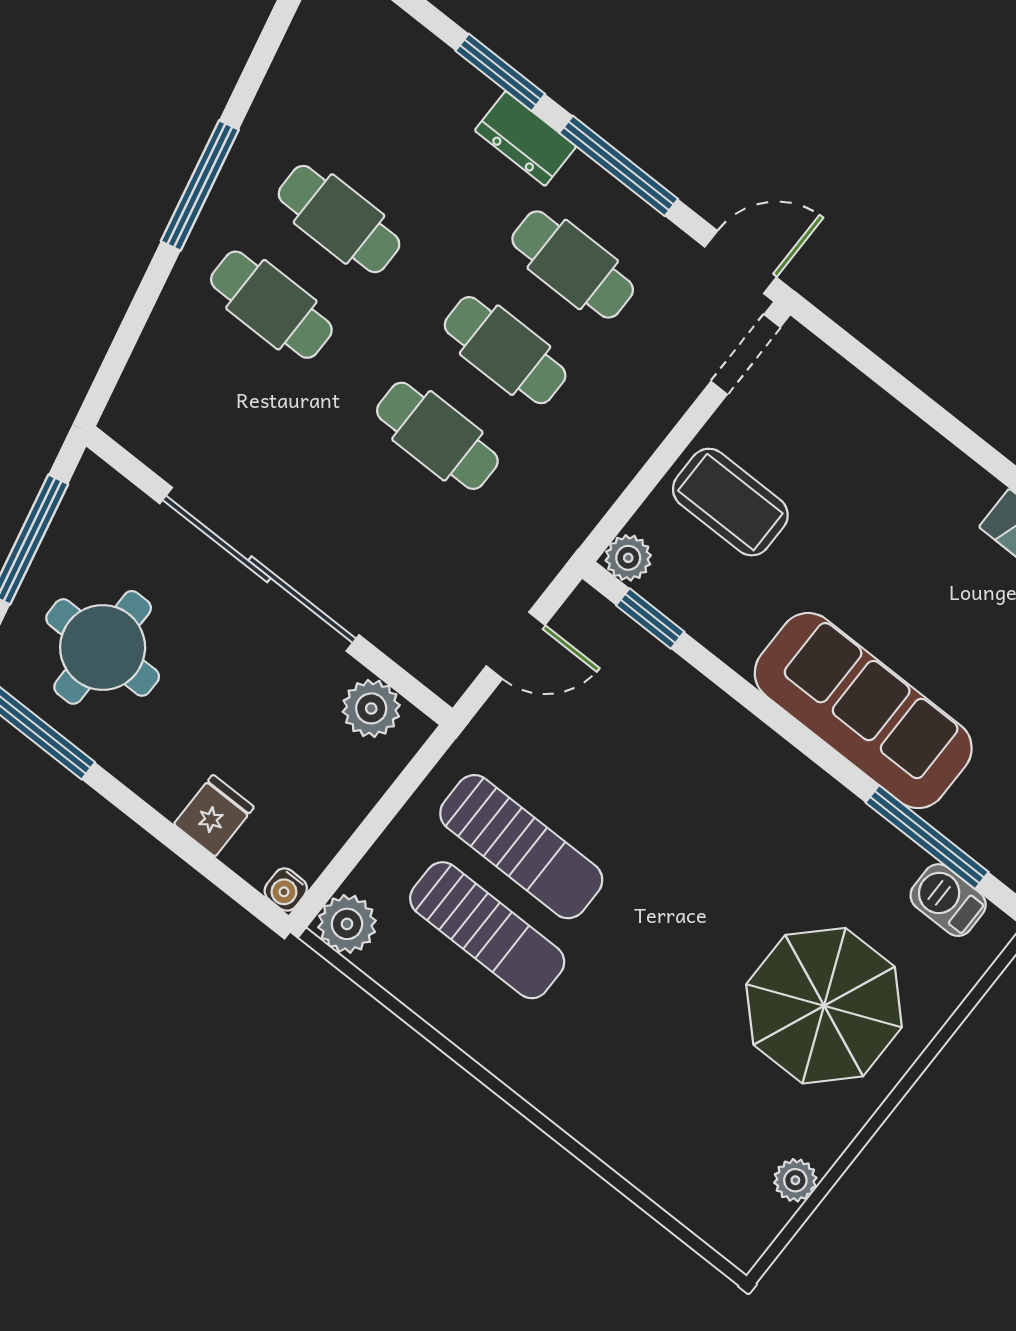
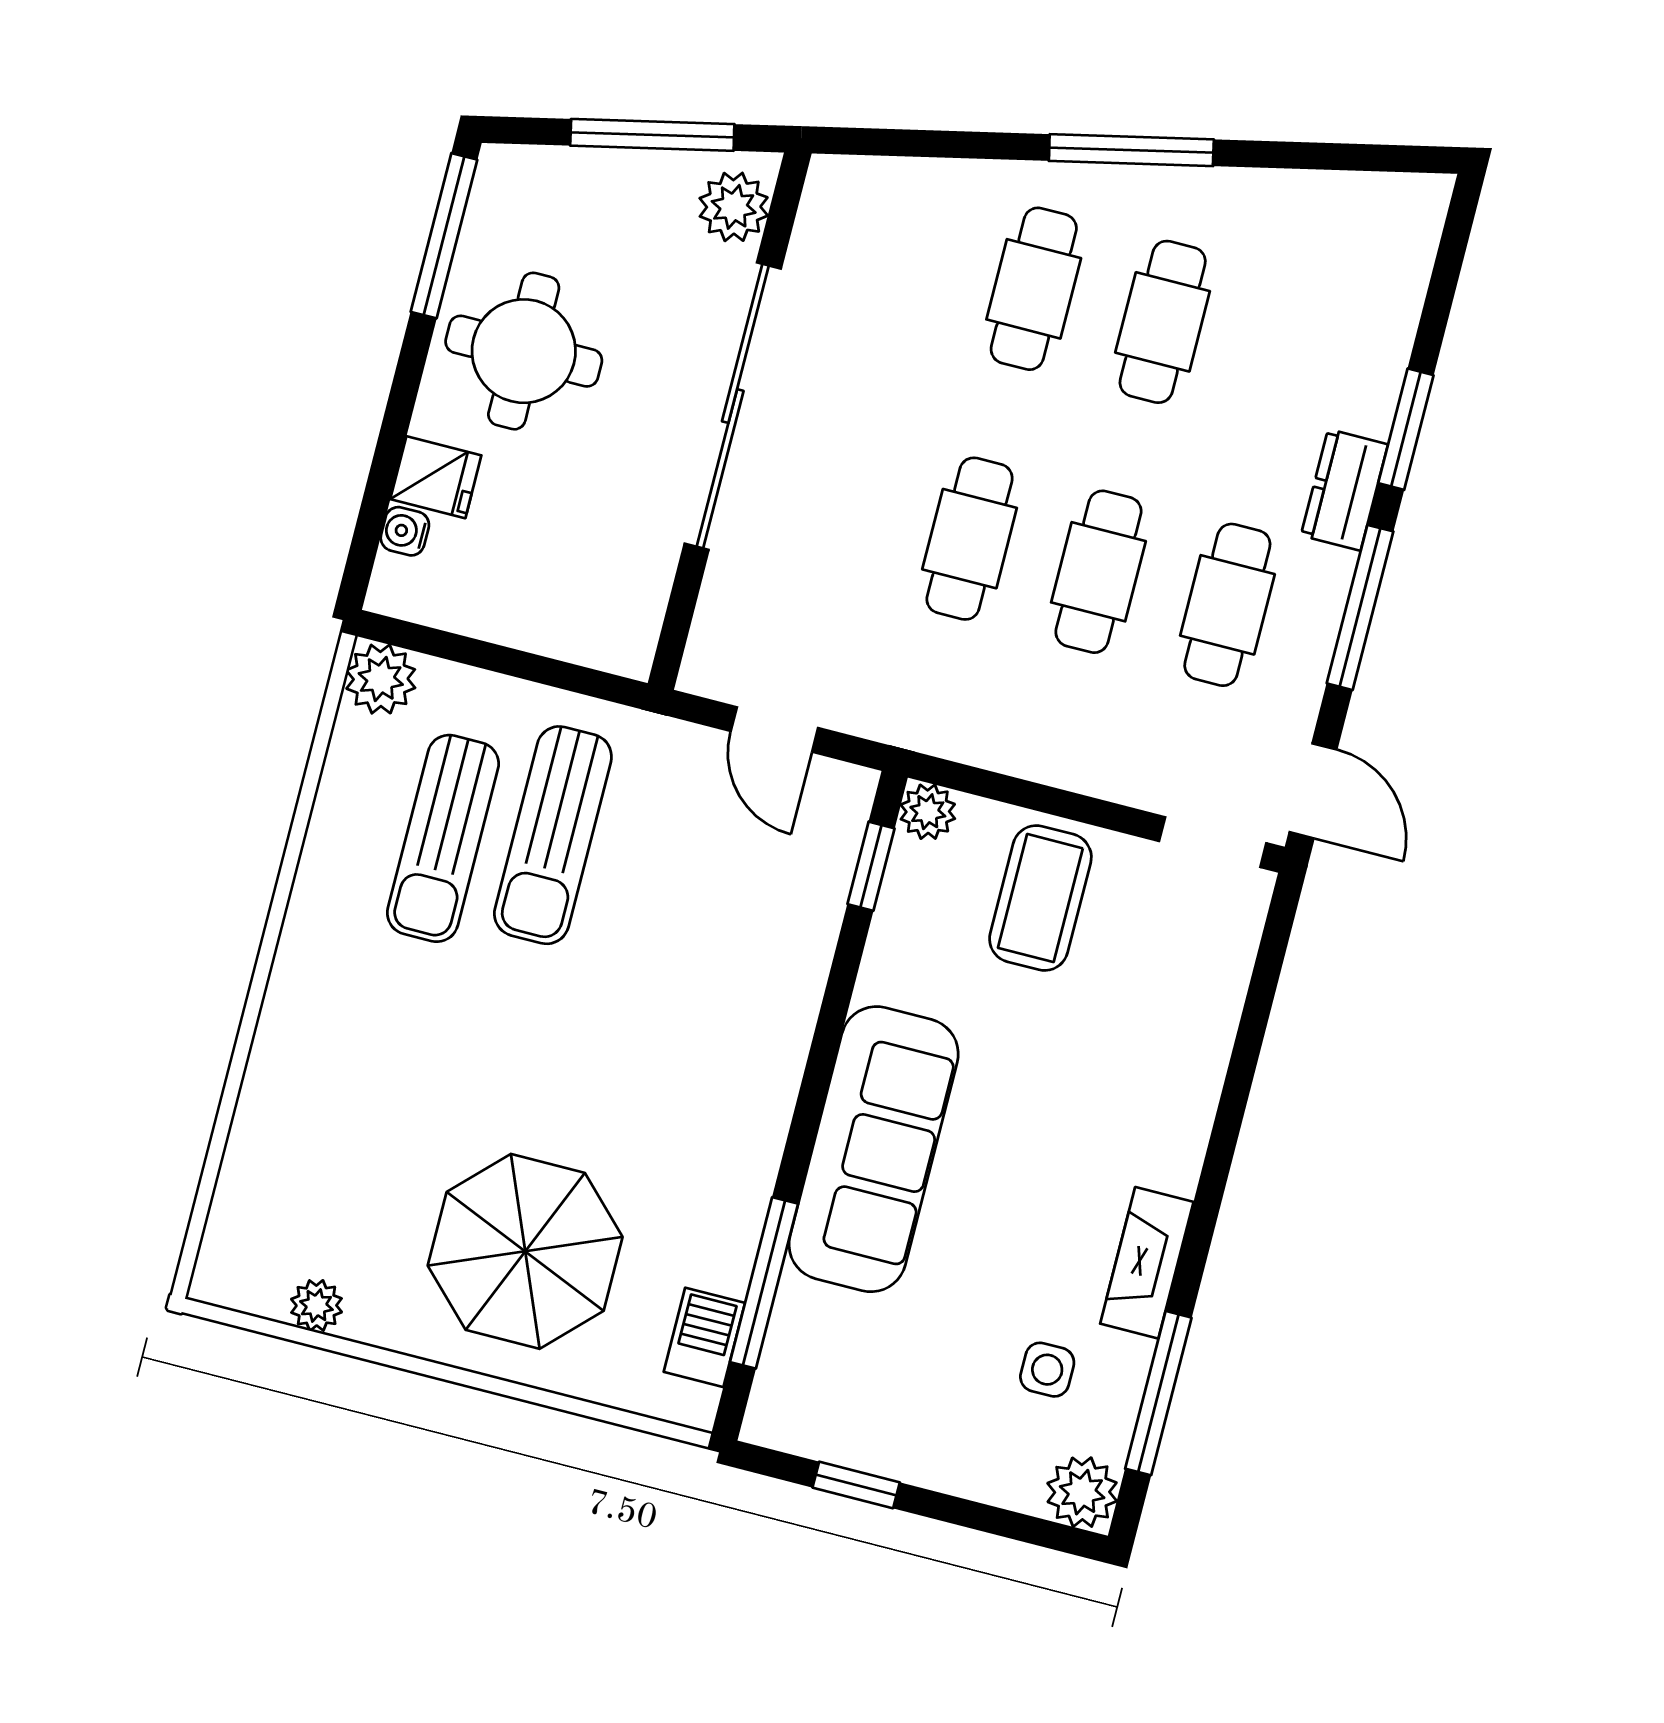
round table: (103, 647) -> (524, 351), moved
plant: (371, 708) -> (734, 207), moved
water cooler: (286, 890) -> (405, 531), moved

